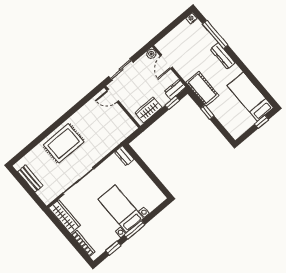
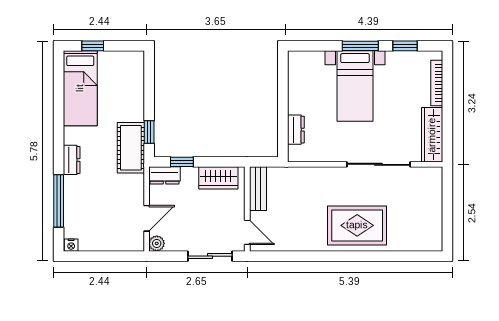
dresser: (223, 56) -> (72, 160), width x0.70
window: (207, 112) -> (149, 132), moved
dresser: (124, 156) -> (296, 130), moved
bench: (30, 179) -> (258, 189), moved

